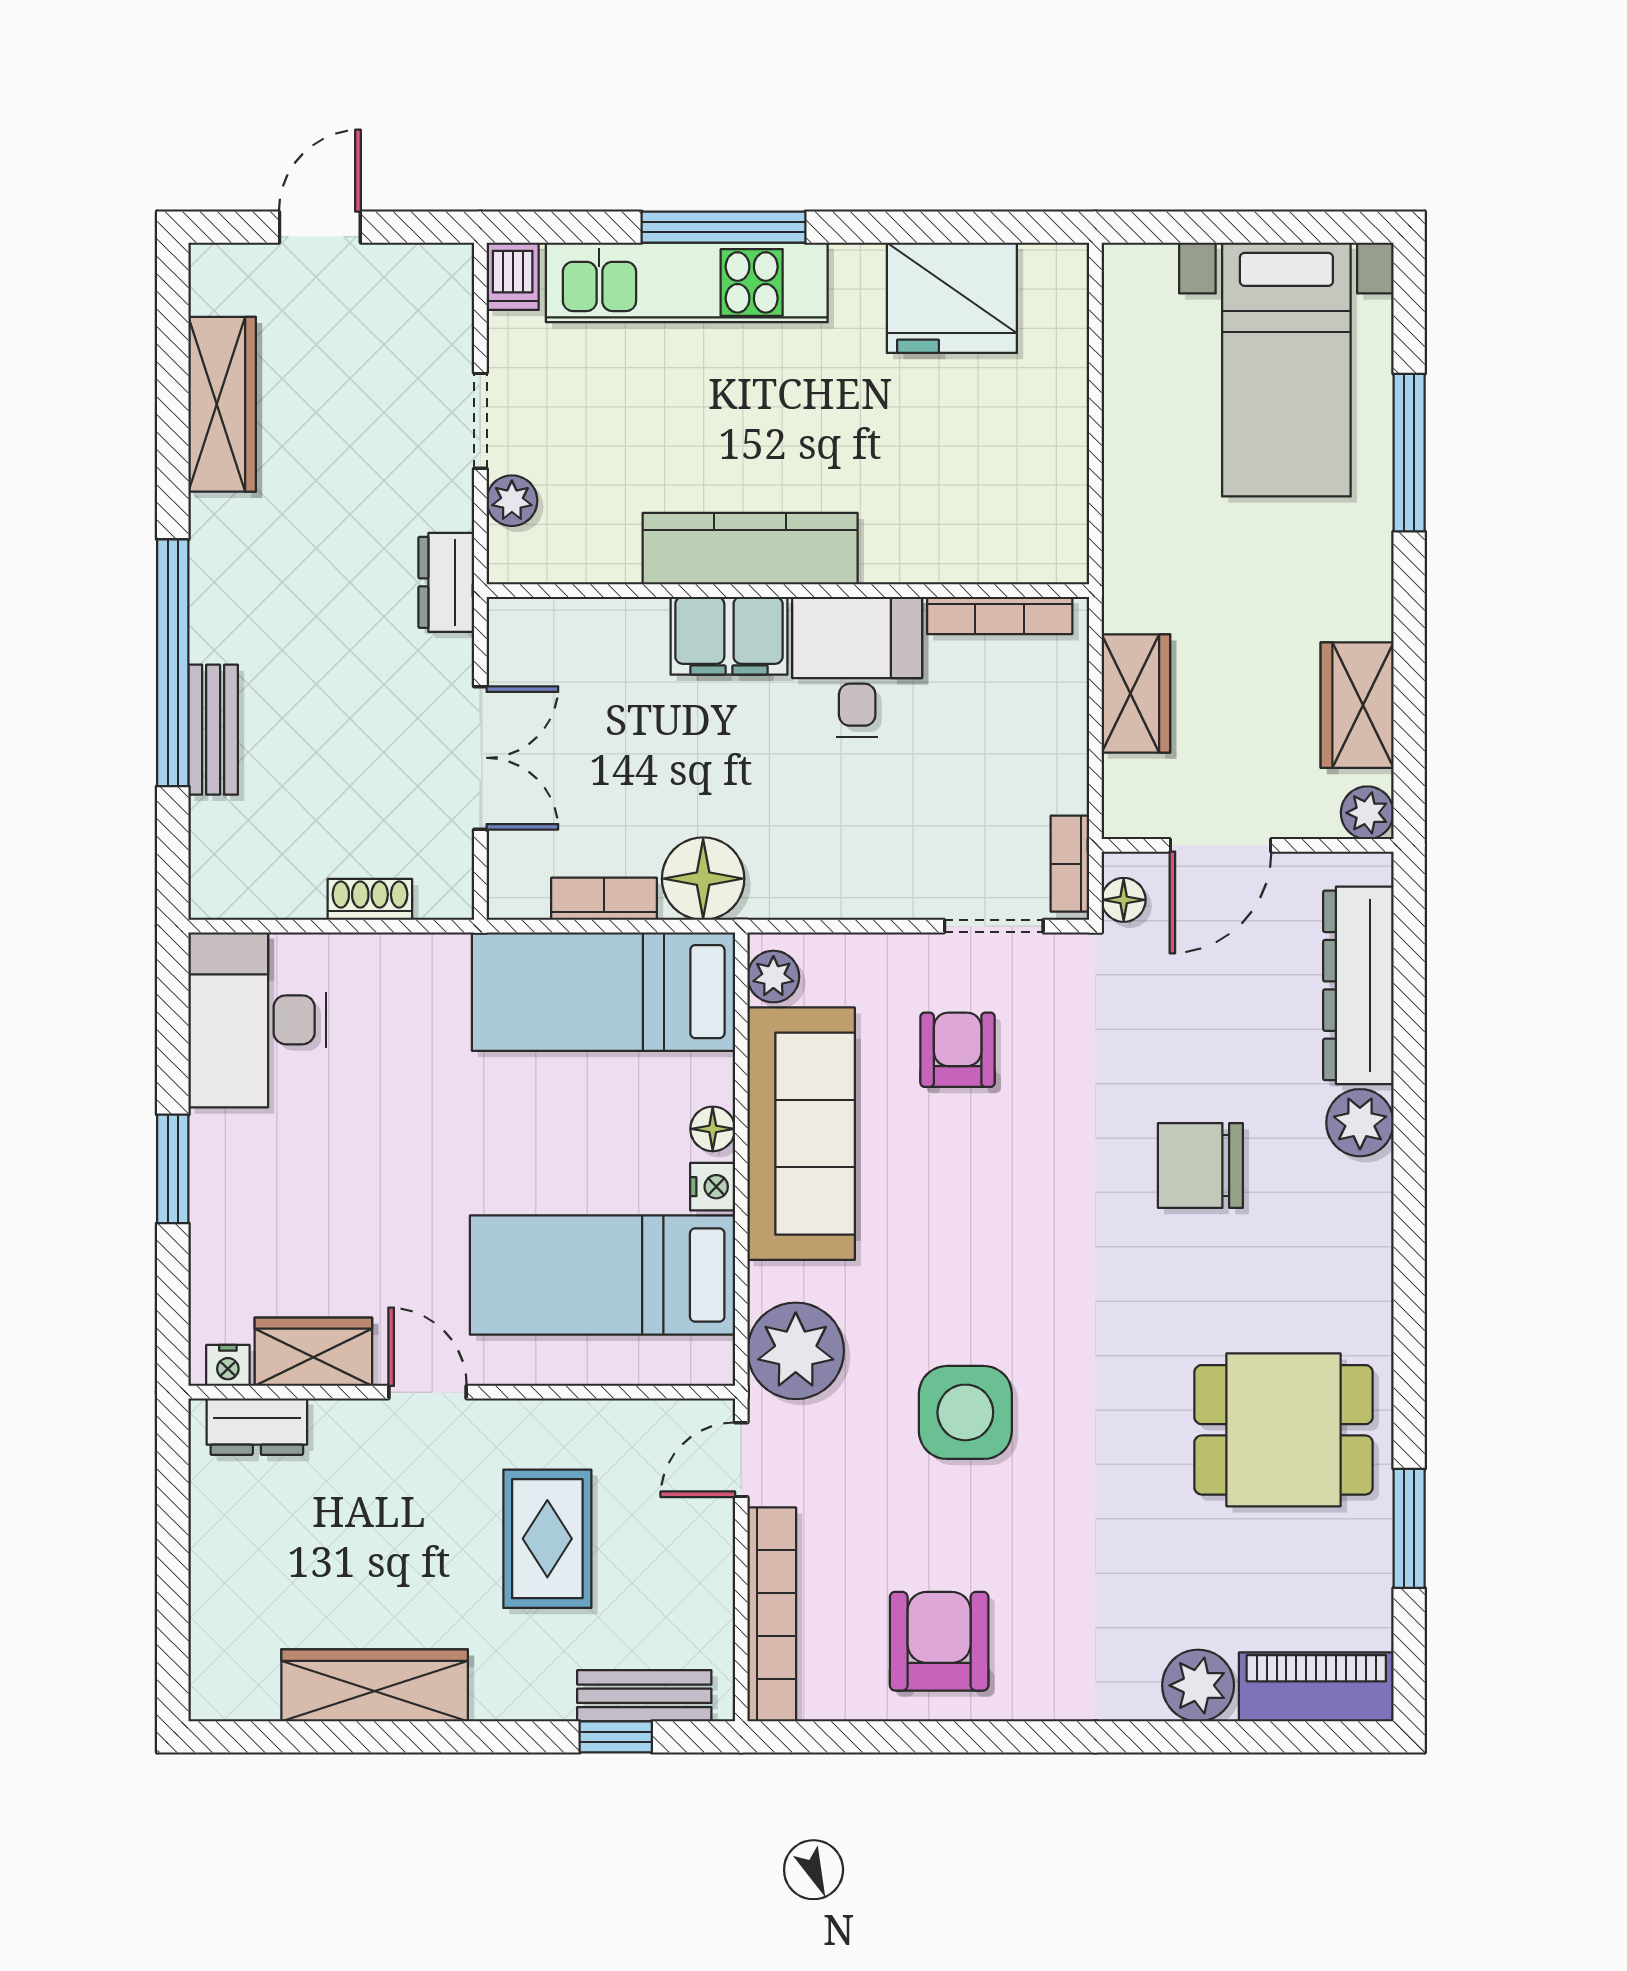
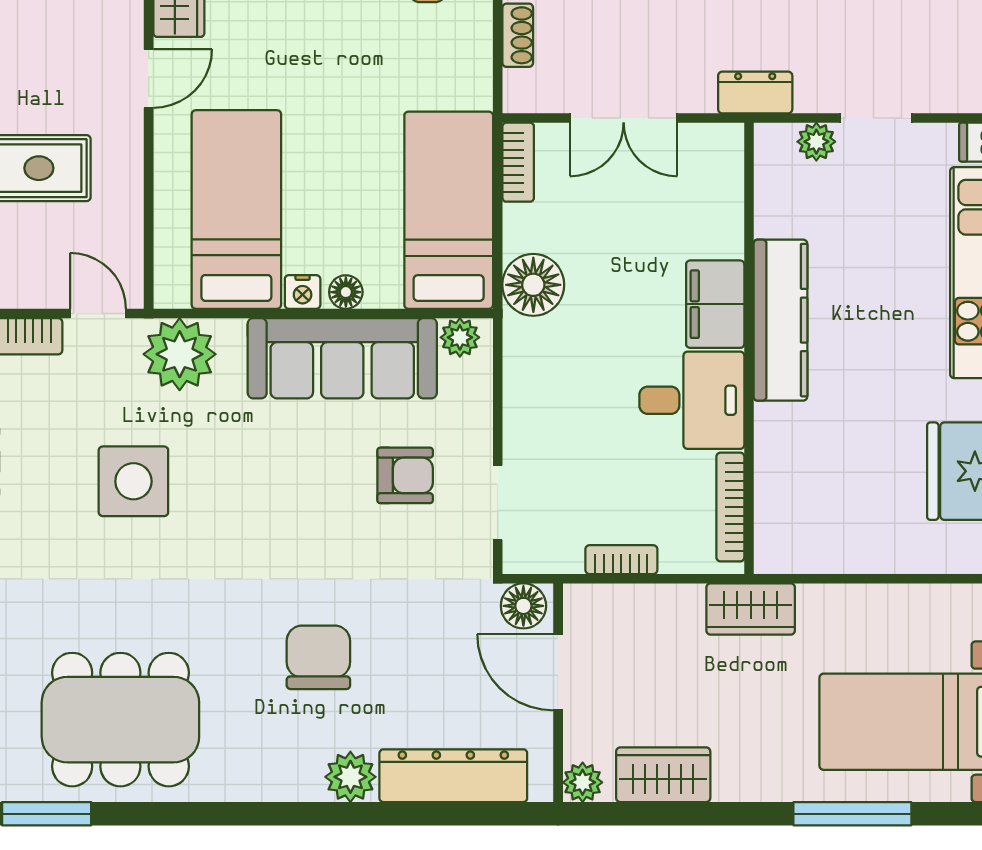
wardrobe: (1136, 693) -> (751, 609), moved
bookcase: (1070, 864) -> (621, 560), moved
bookcase: (604, 899) -> (518, 162), moved
floor lamp: (1124, 900) -> (523, 606), width x1.37, depth x1.37
dining table: (1284, 1430) -> (120, 720), width x1.37

